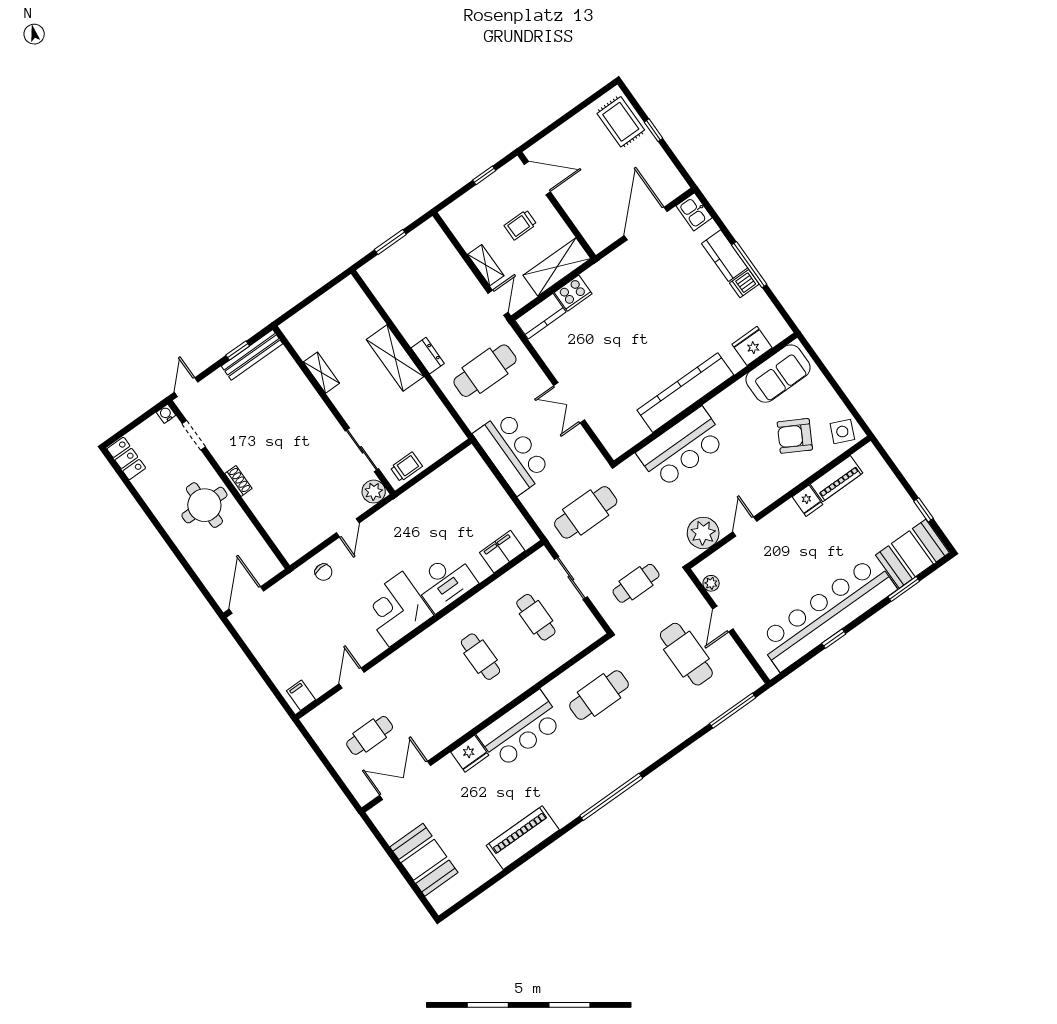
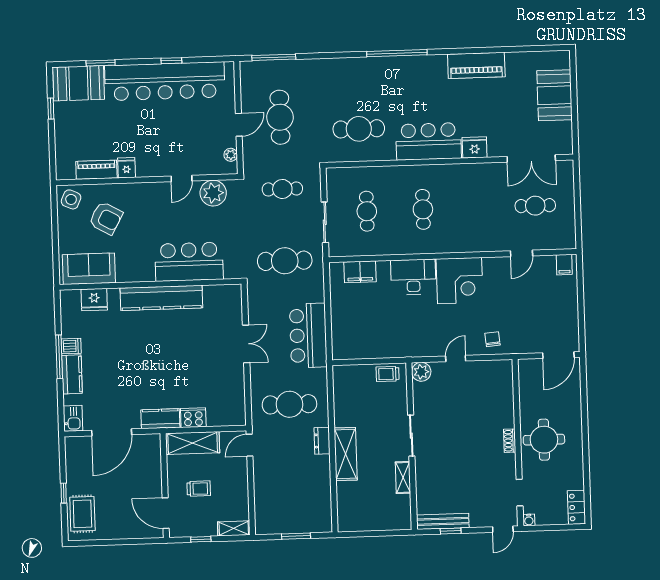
shelving: (486, 265) -> (234, 528), moved, turned 90
kitchen counter: (541, 316) -> (160, 419), moved
sliding door: (362, 450) -> (411, 436), moved

